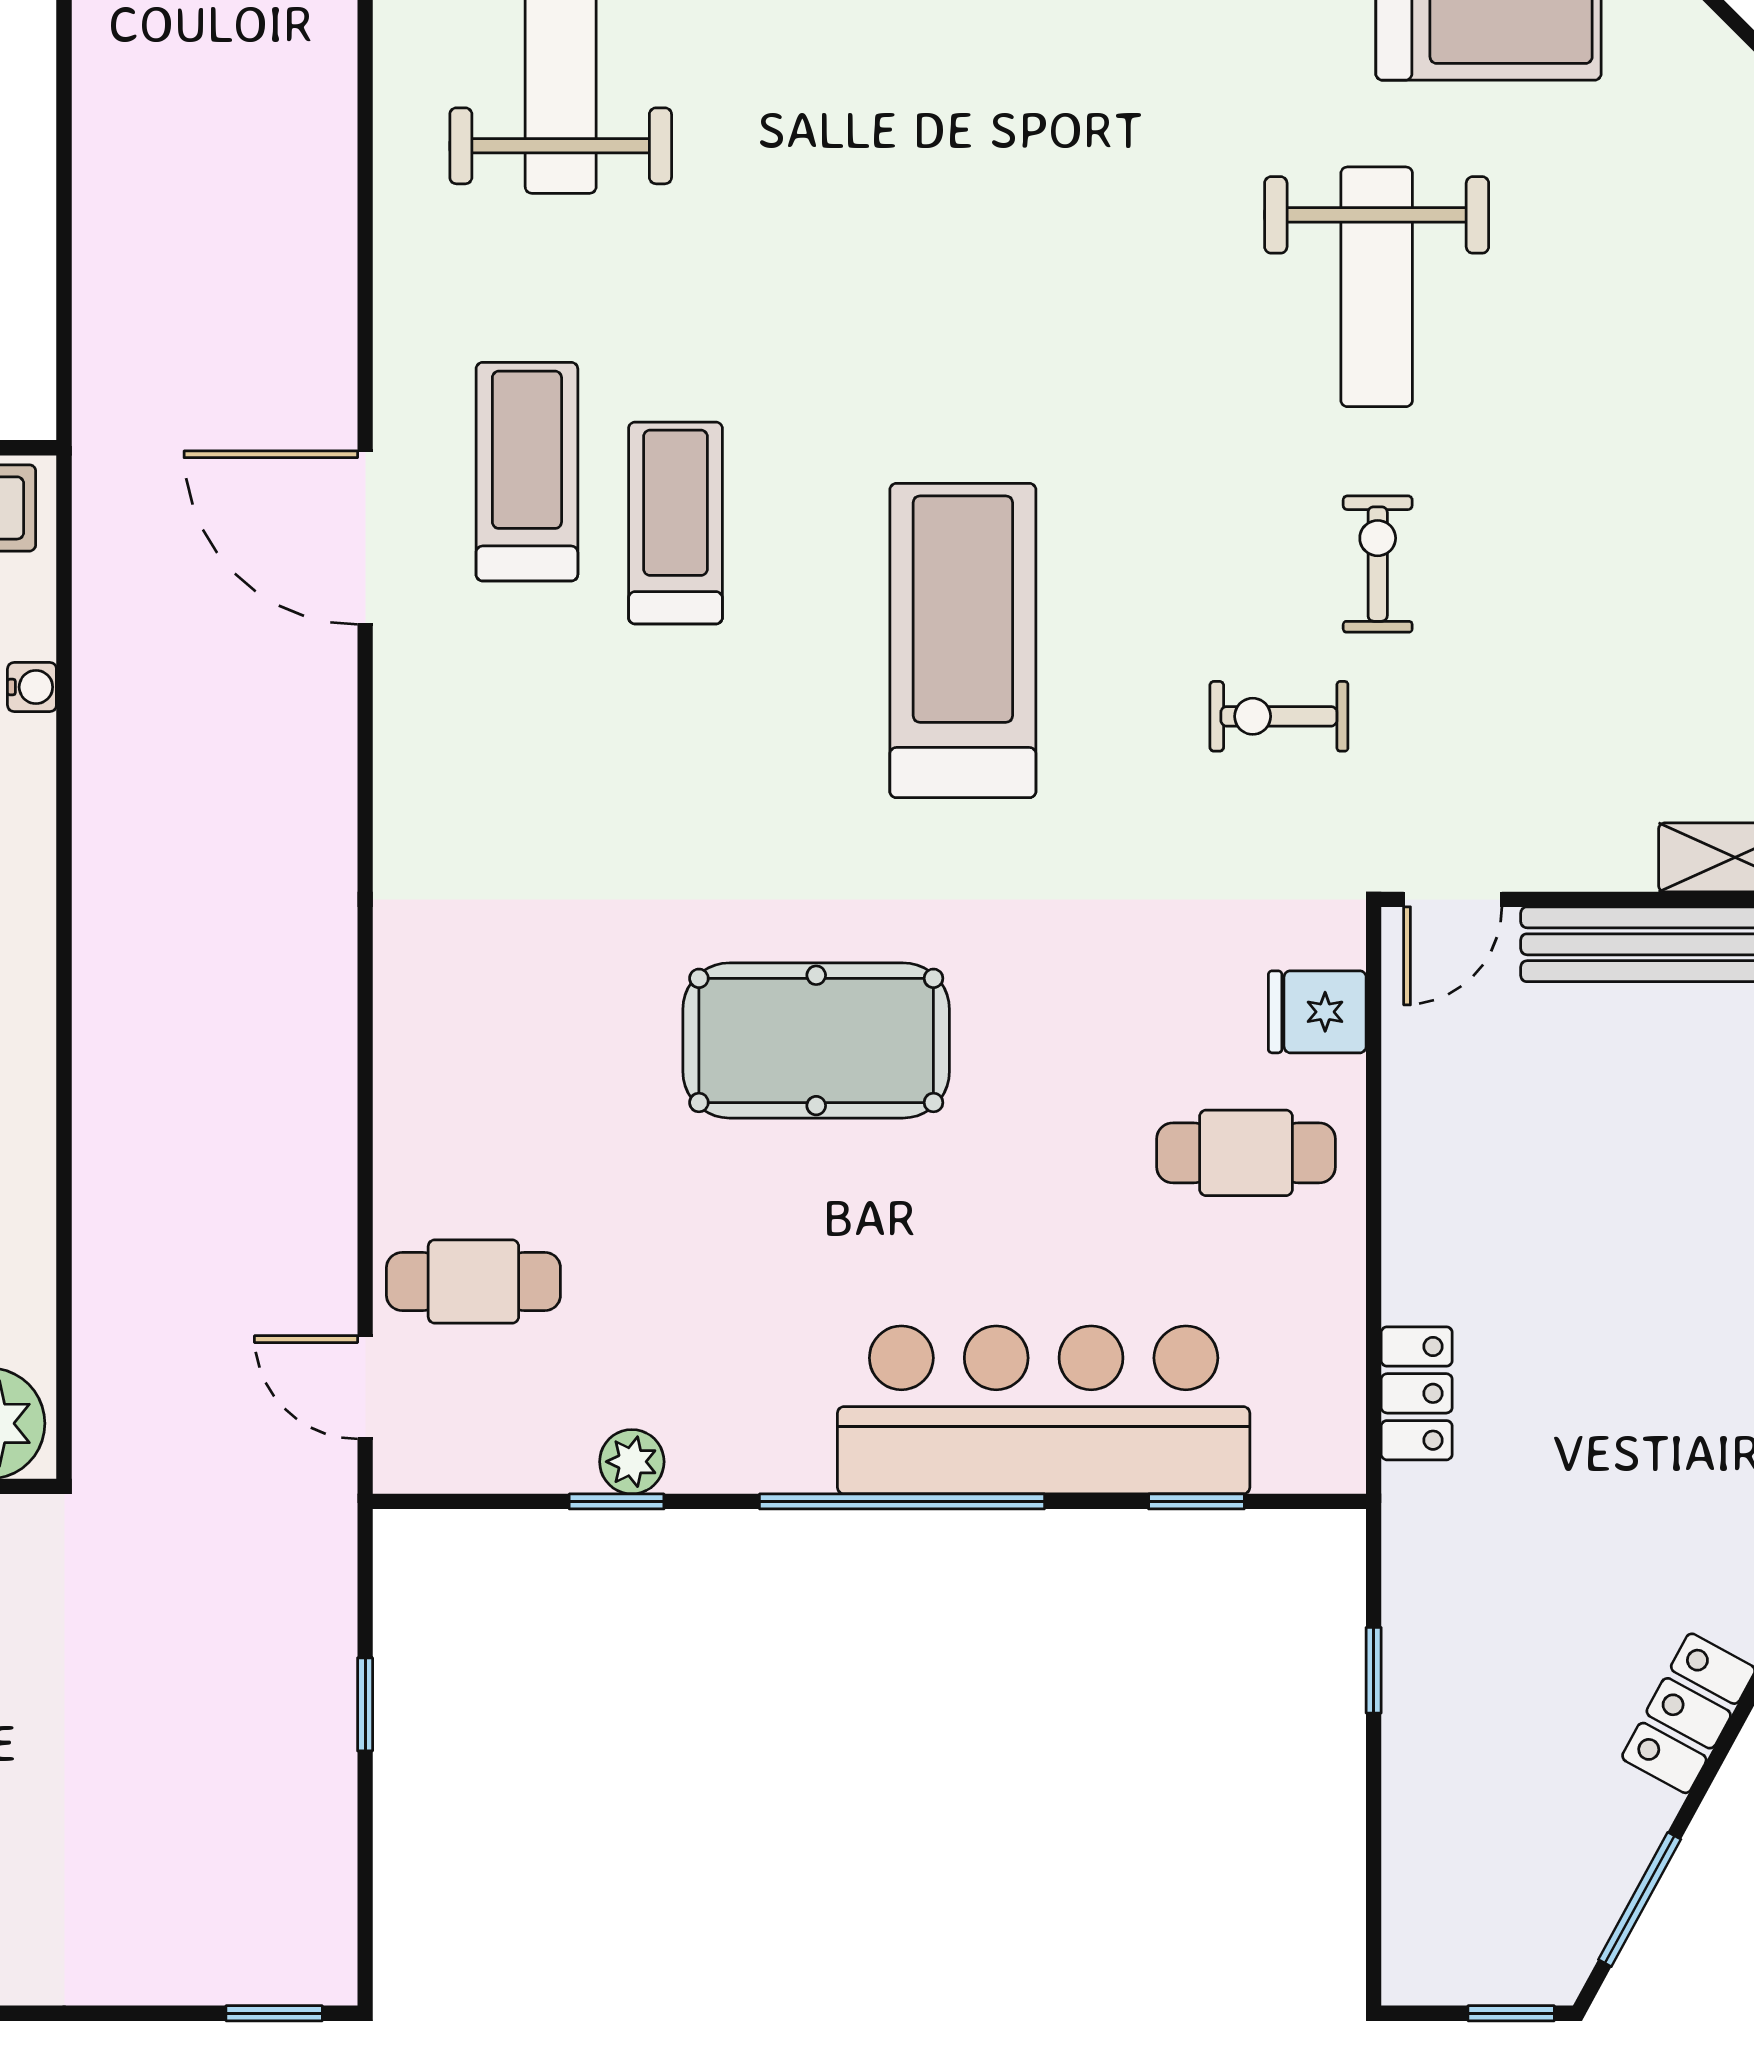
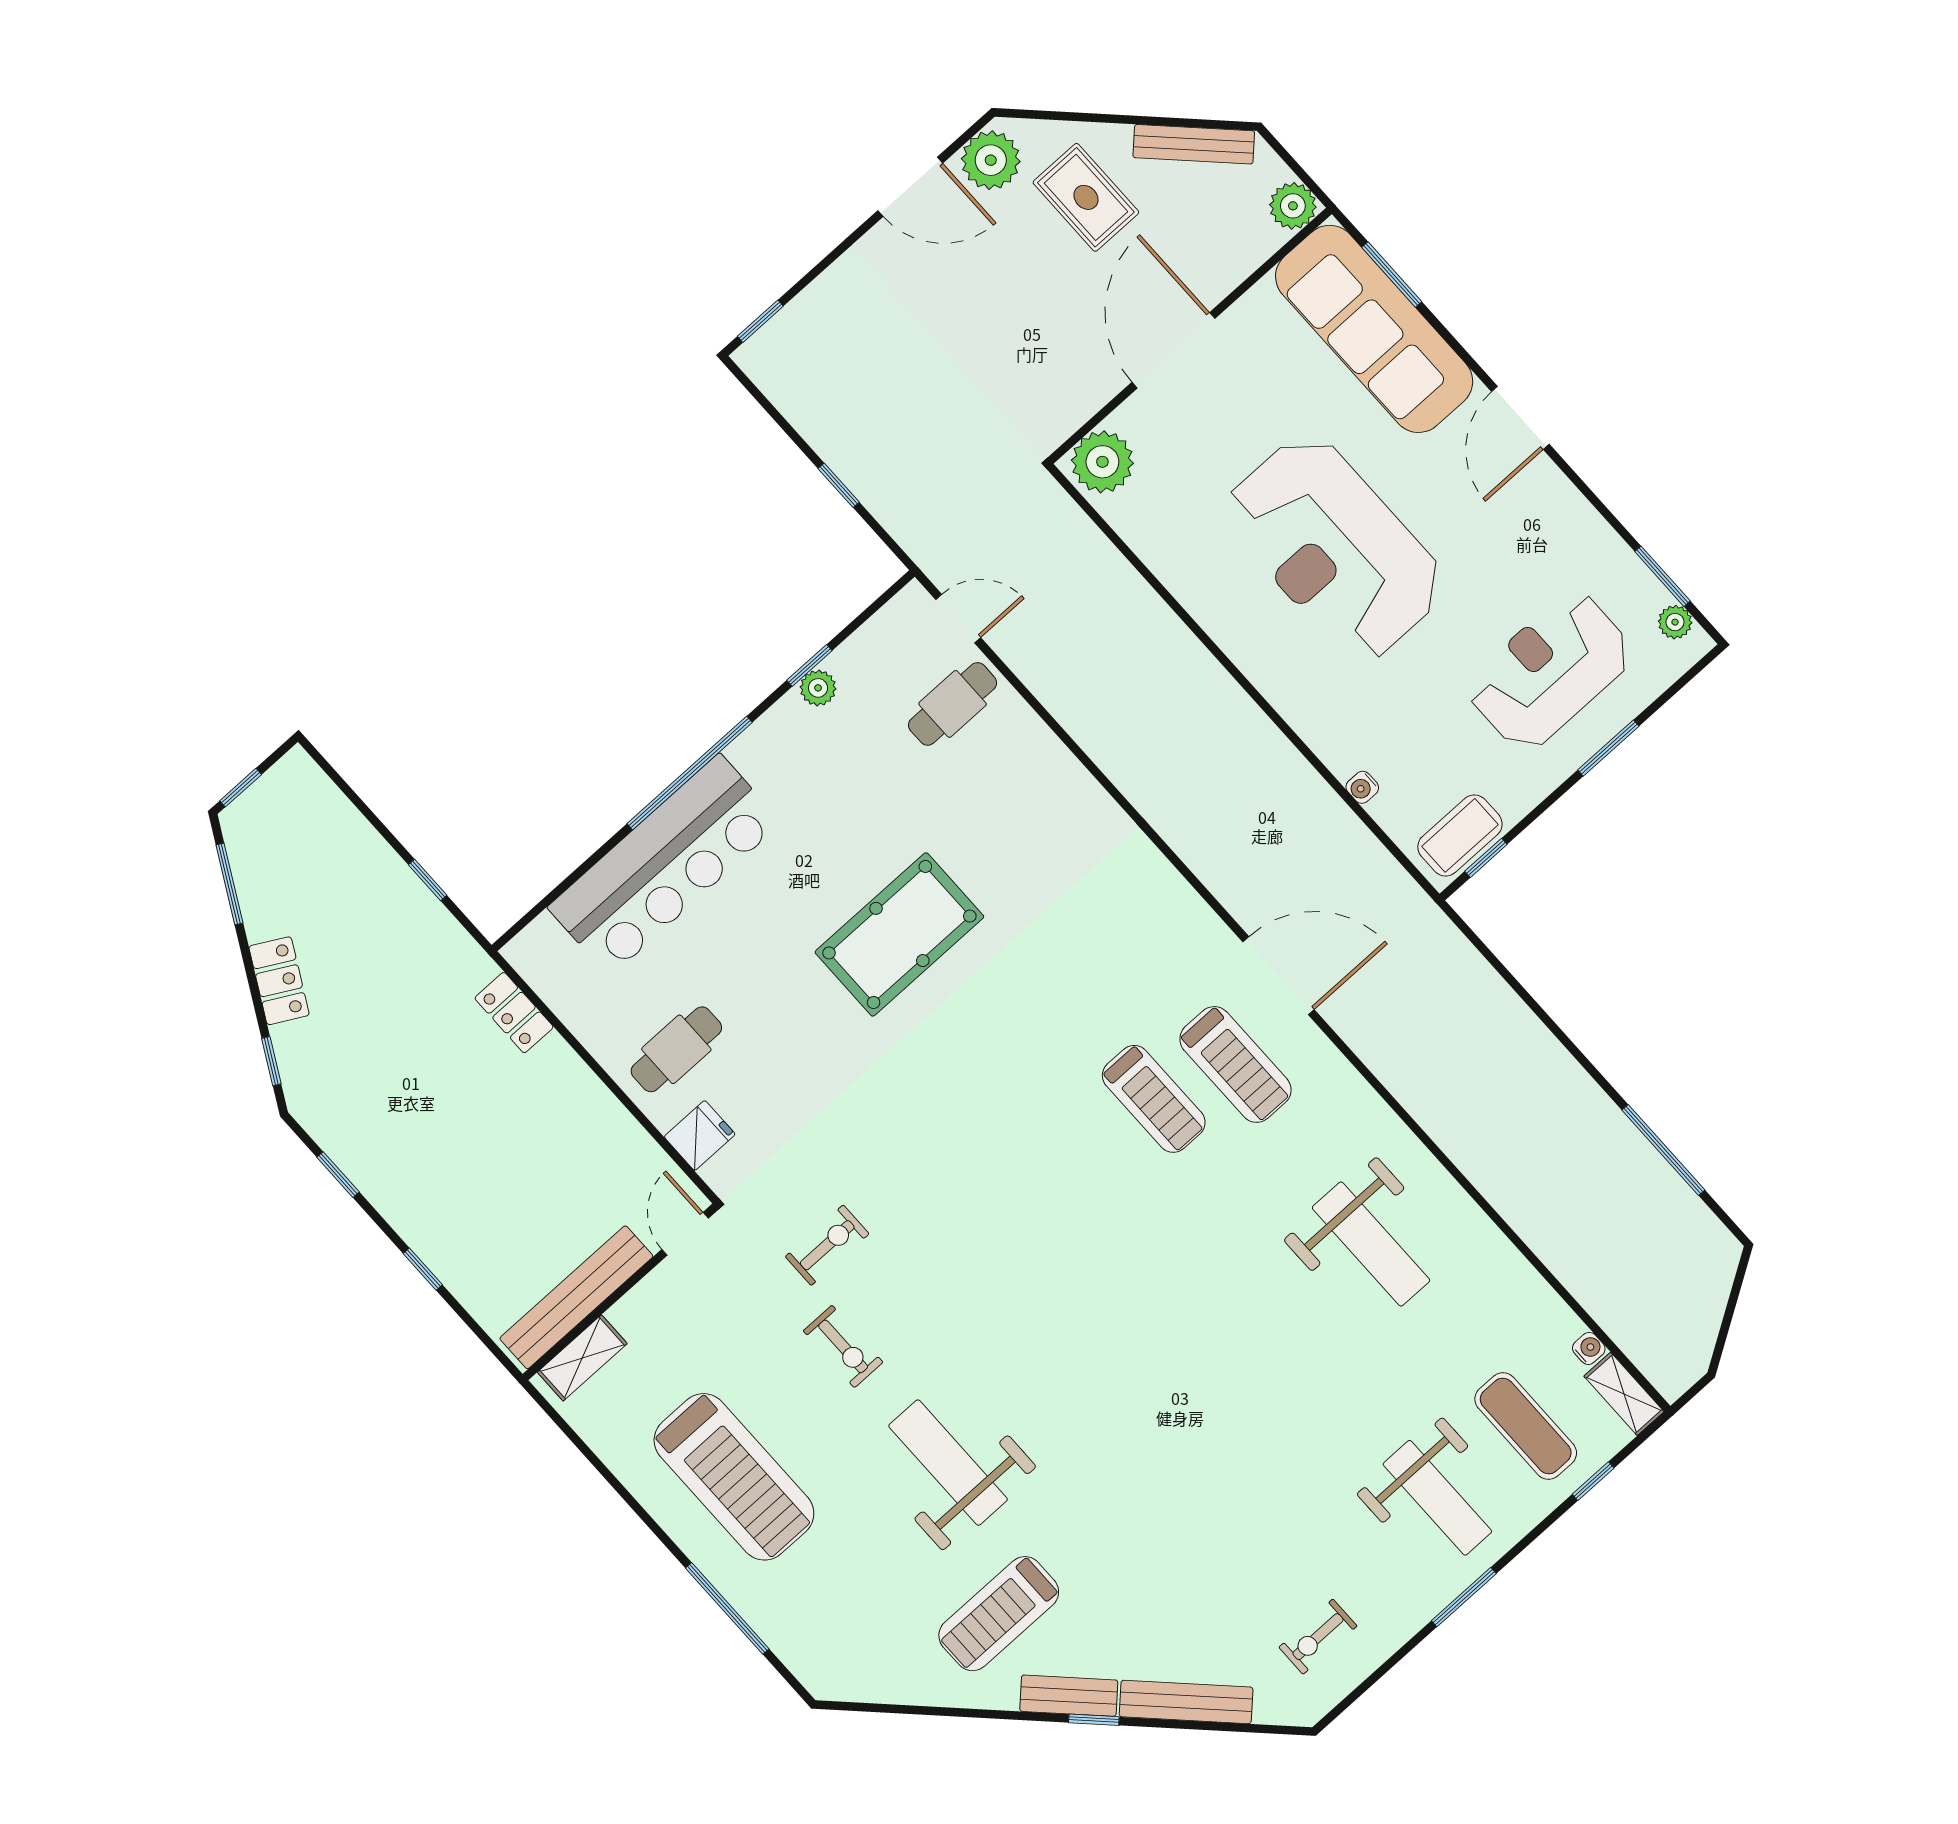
treadmill: (963, 641) -> (734, 1477), moved
window: (1196, 1501) -> (566, 884), removed

